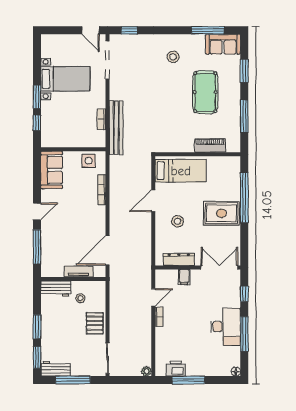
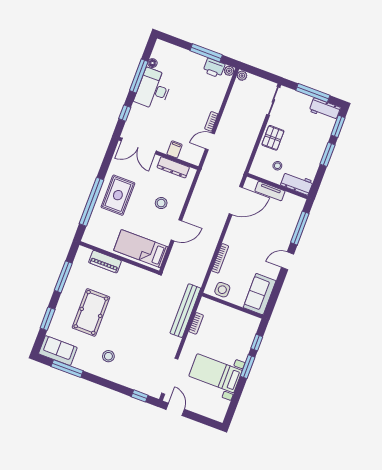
rug: (221, 213) -> (118, 195), turned 90
plant: (160, 371) -> (229, 71), added
floor lamp: (236, 372) -> (152, 63), moved

